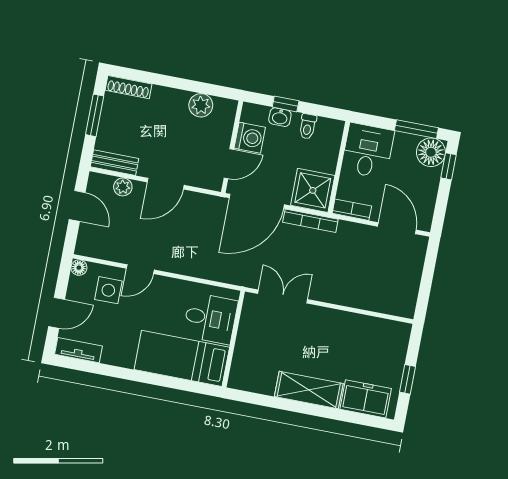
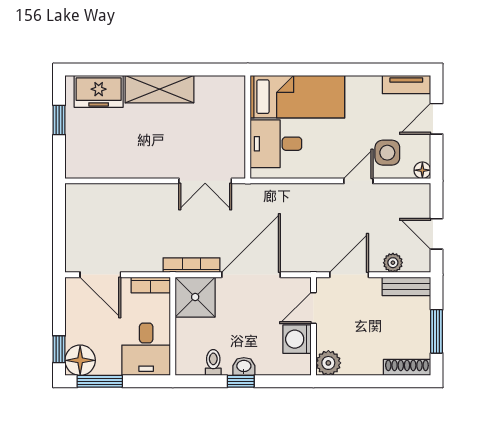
washing machine: (250, 138) -> (297, 339), moved
wall: (232, 147) -> (313, 326), moved
door: (229, 164) -> (313, 308), moved

